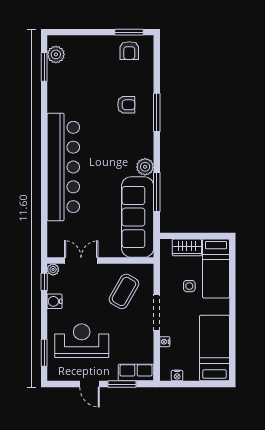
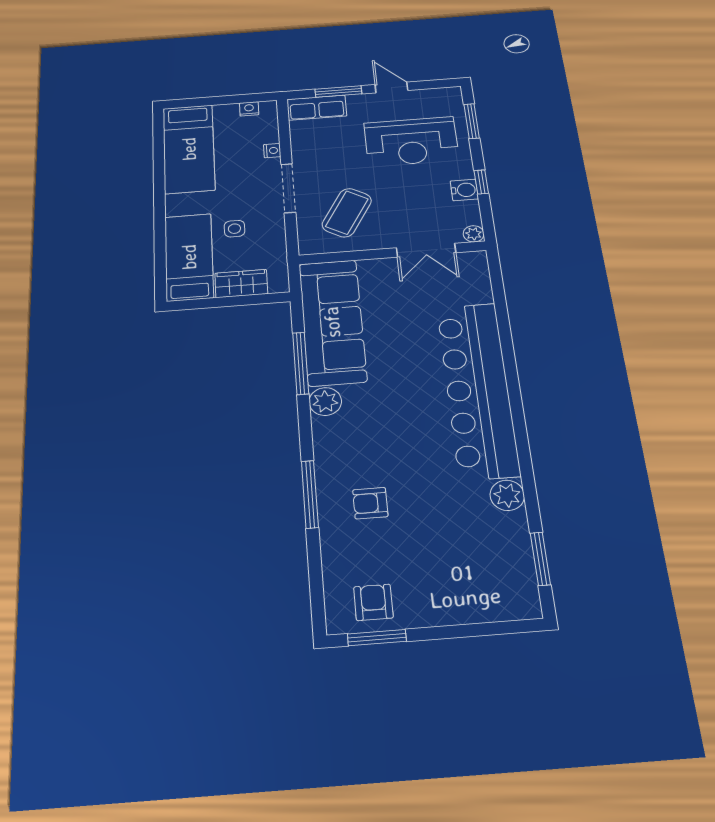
plant: (56, 54) -> (507, 495), moved
window: (44, 282) -> (481, 182), moved

